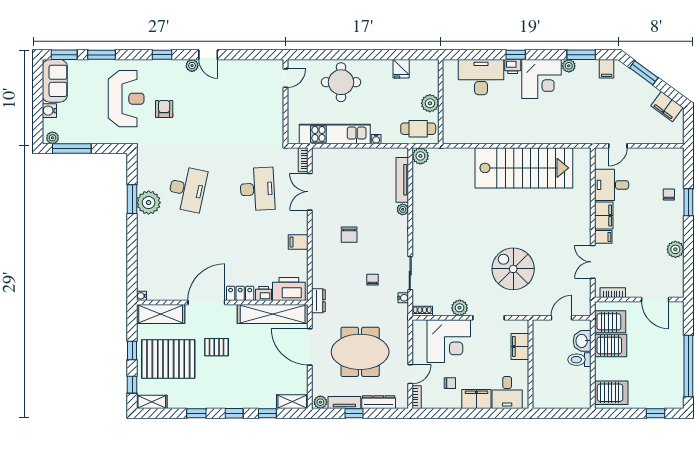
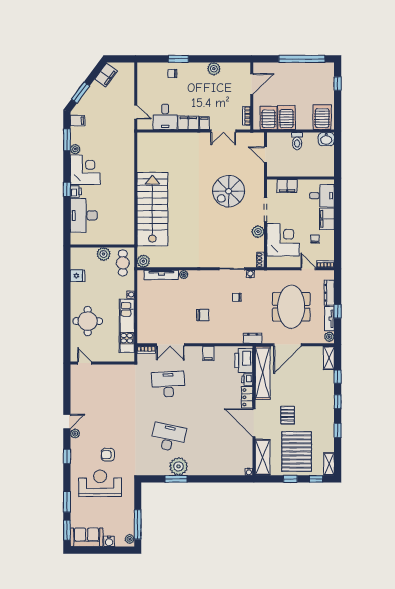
stairs: (524, 168) -> (152, 209), moved
washbasin: (582, 341) -> (326, 139), moved

